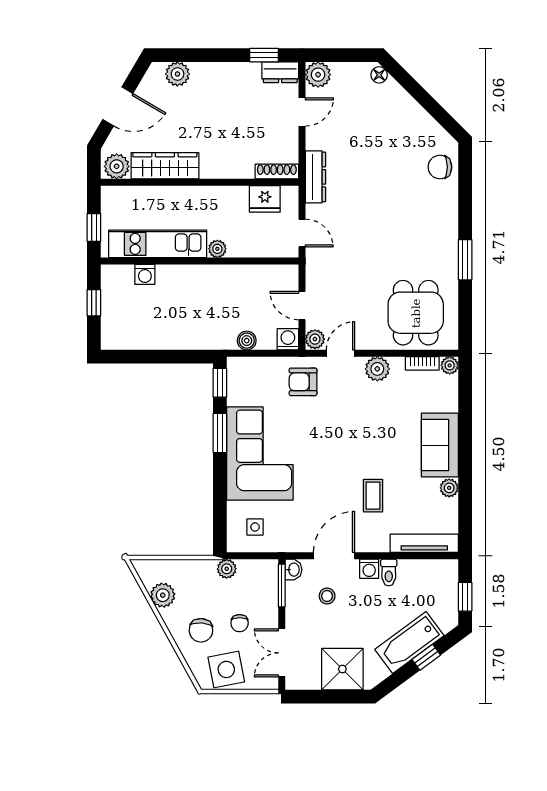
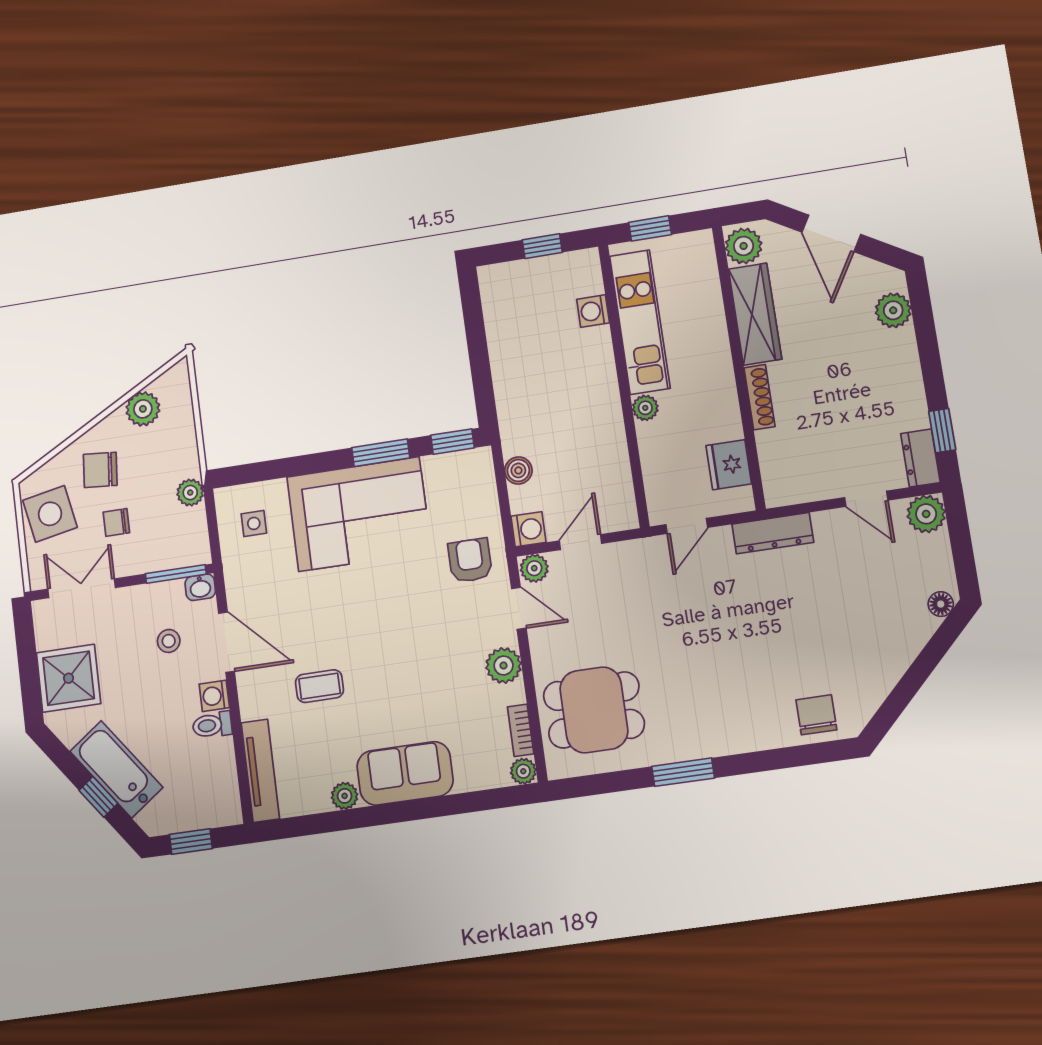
shoe rack: (277, 172) -> (759, 397), moved

